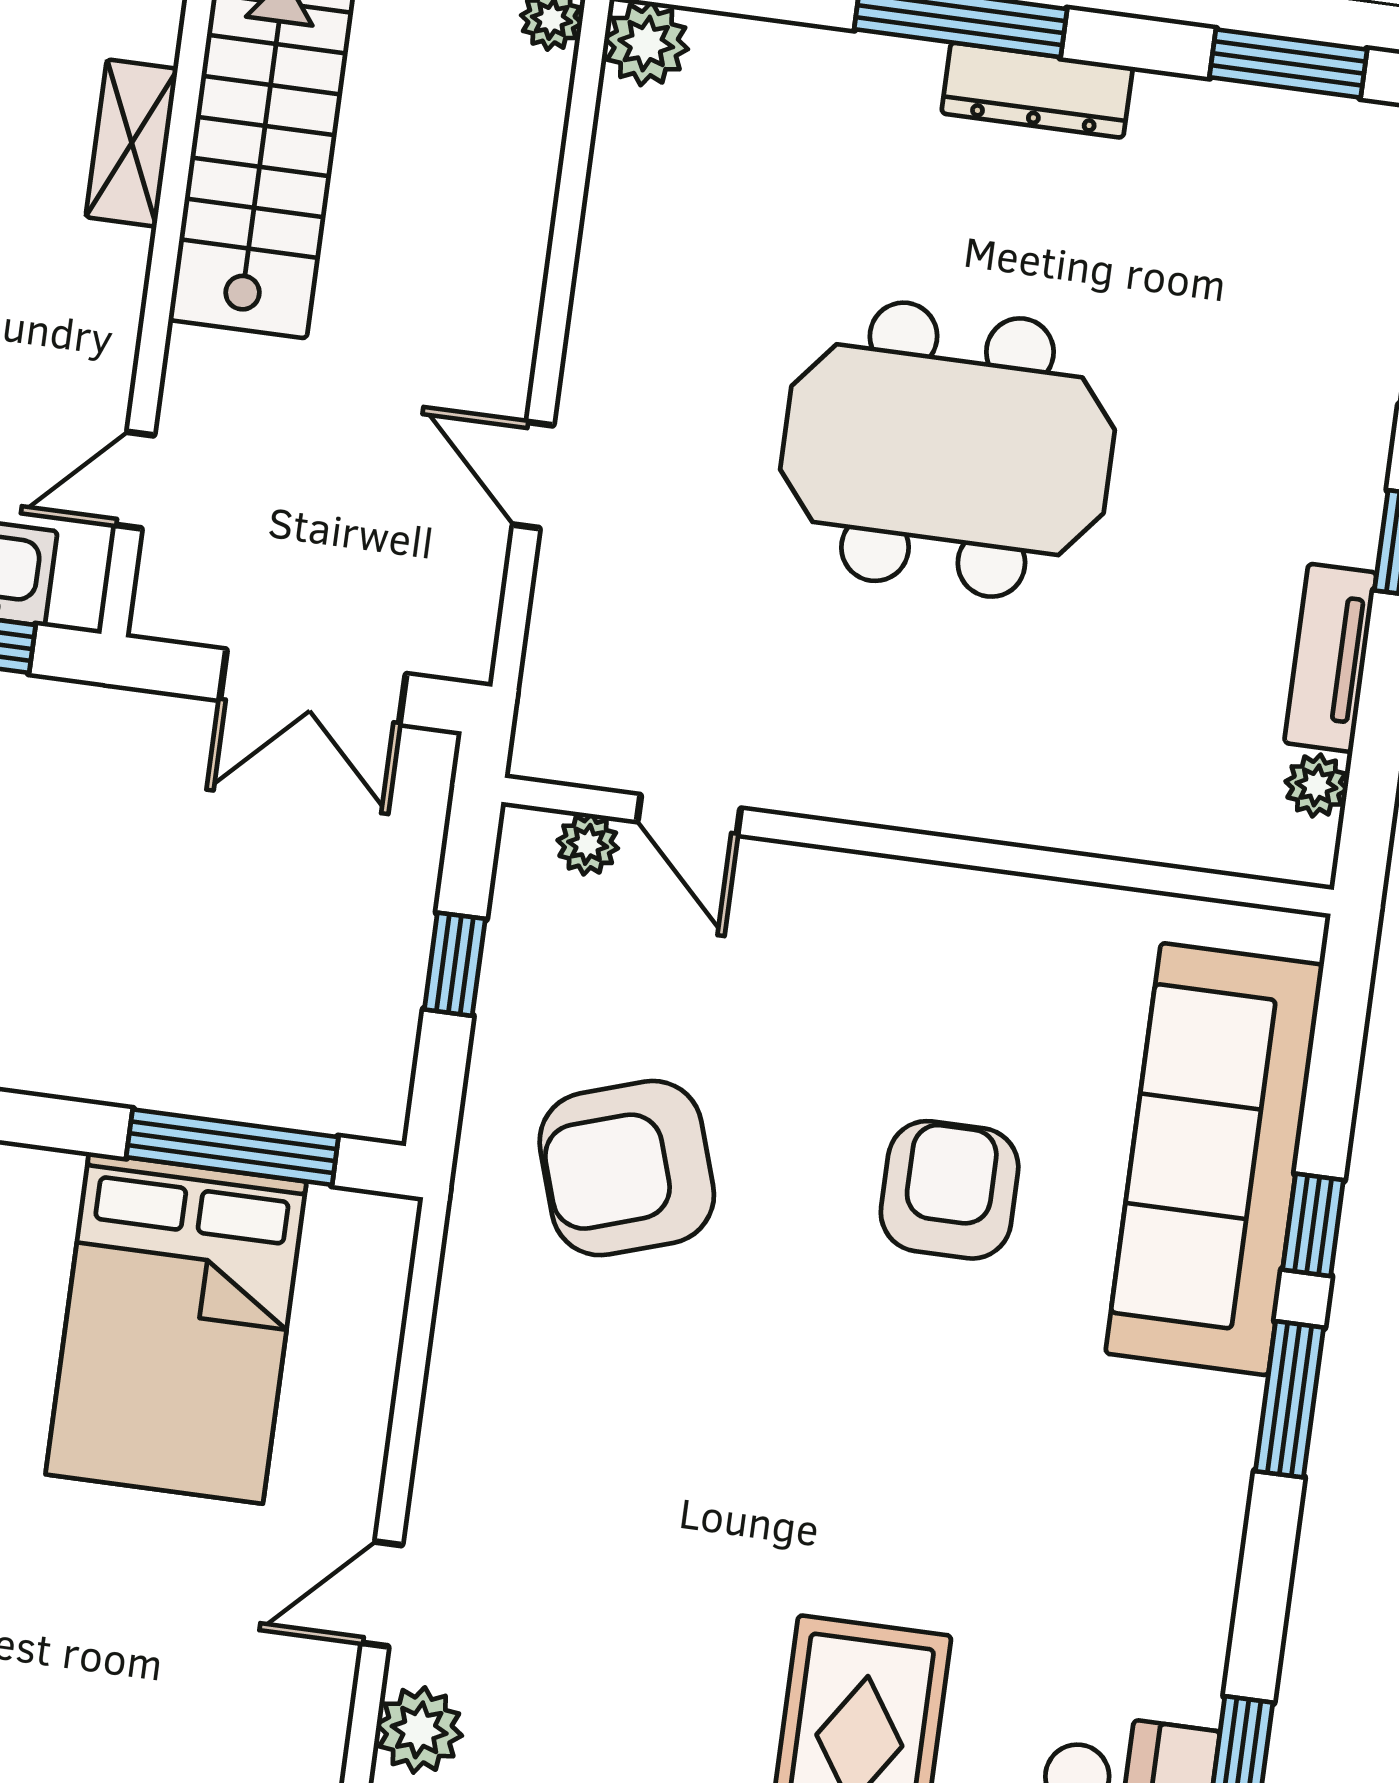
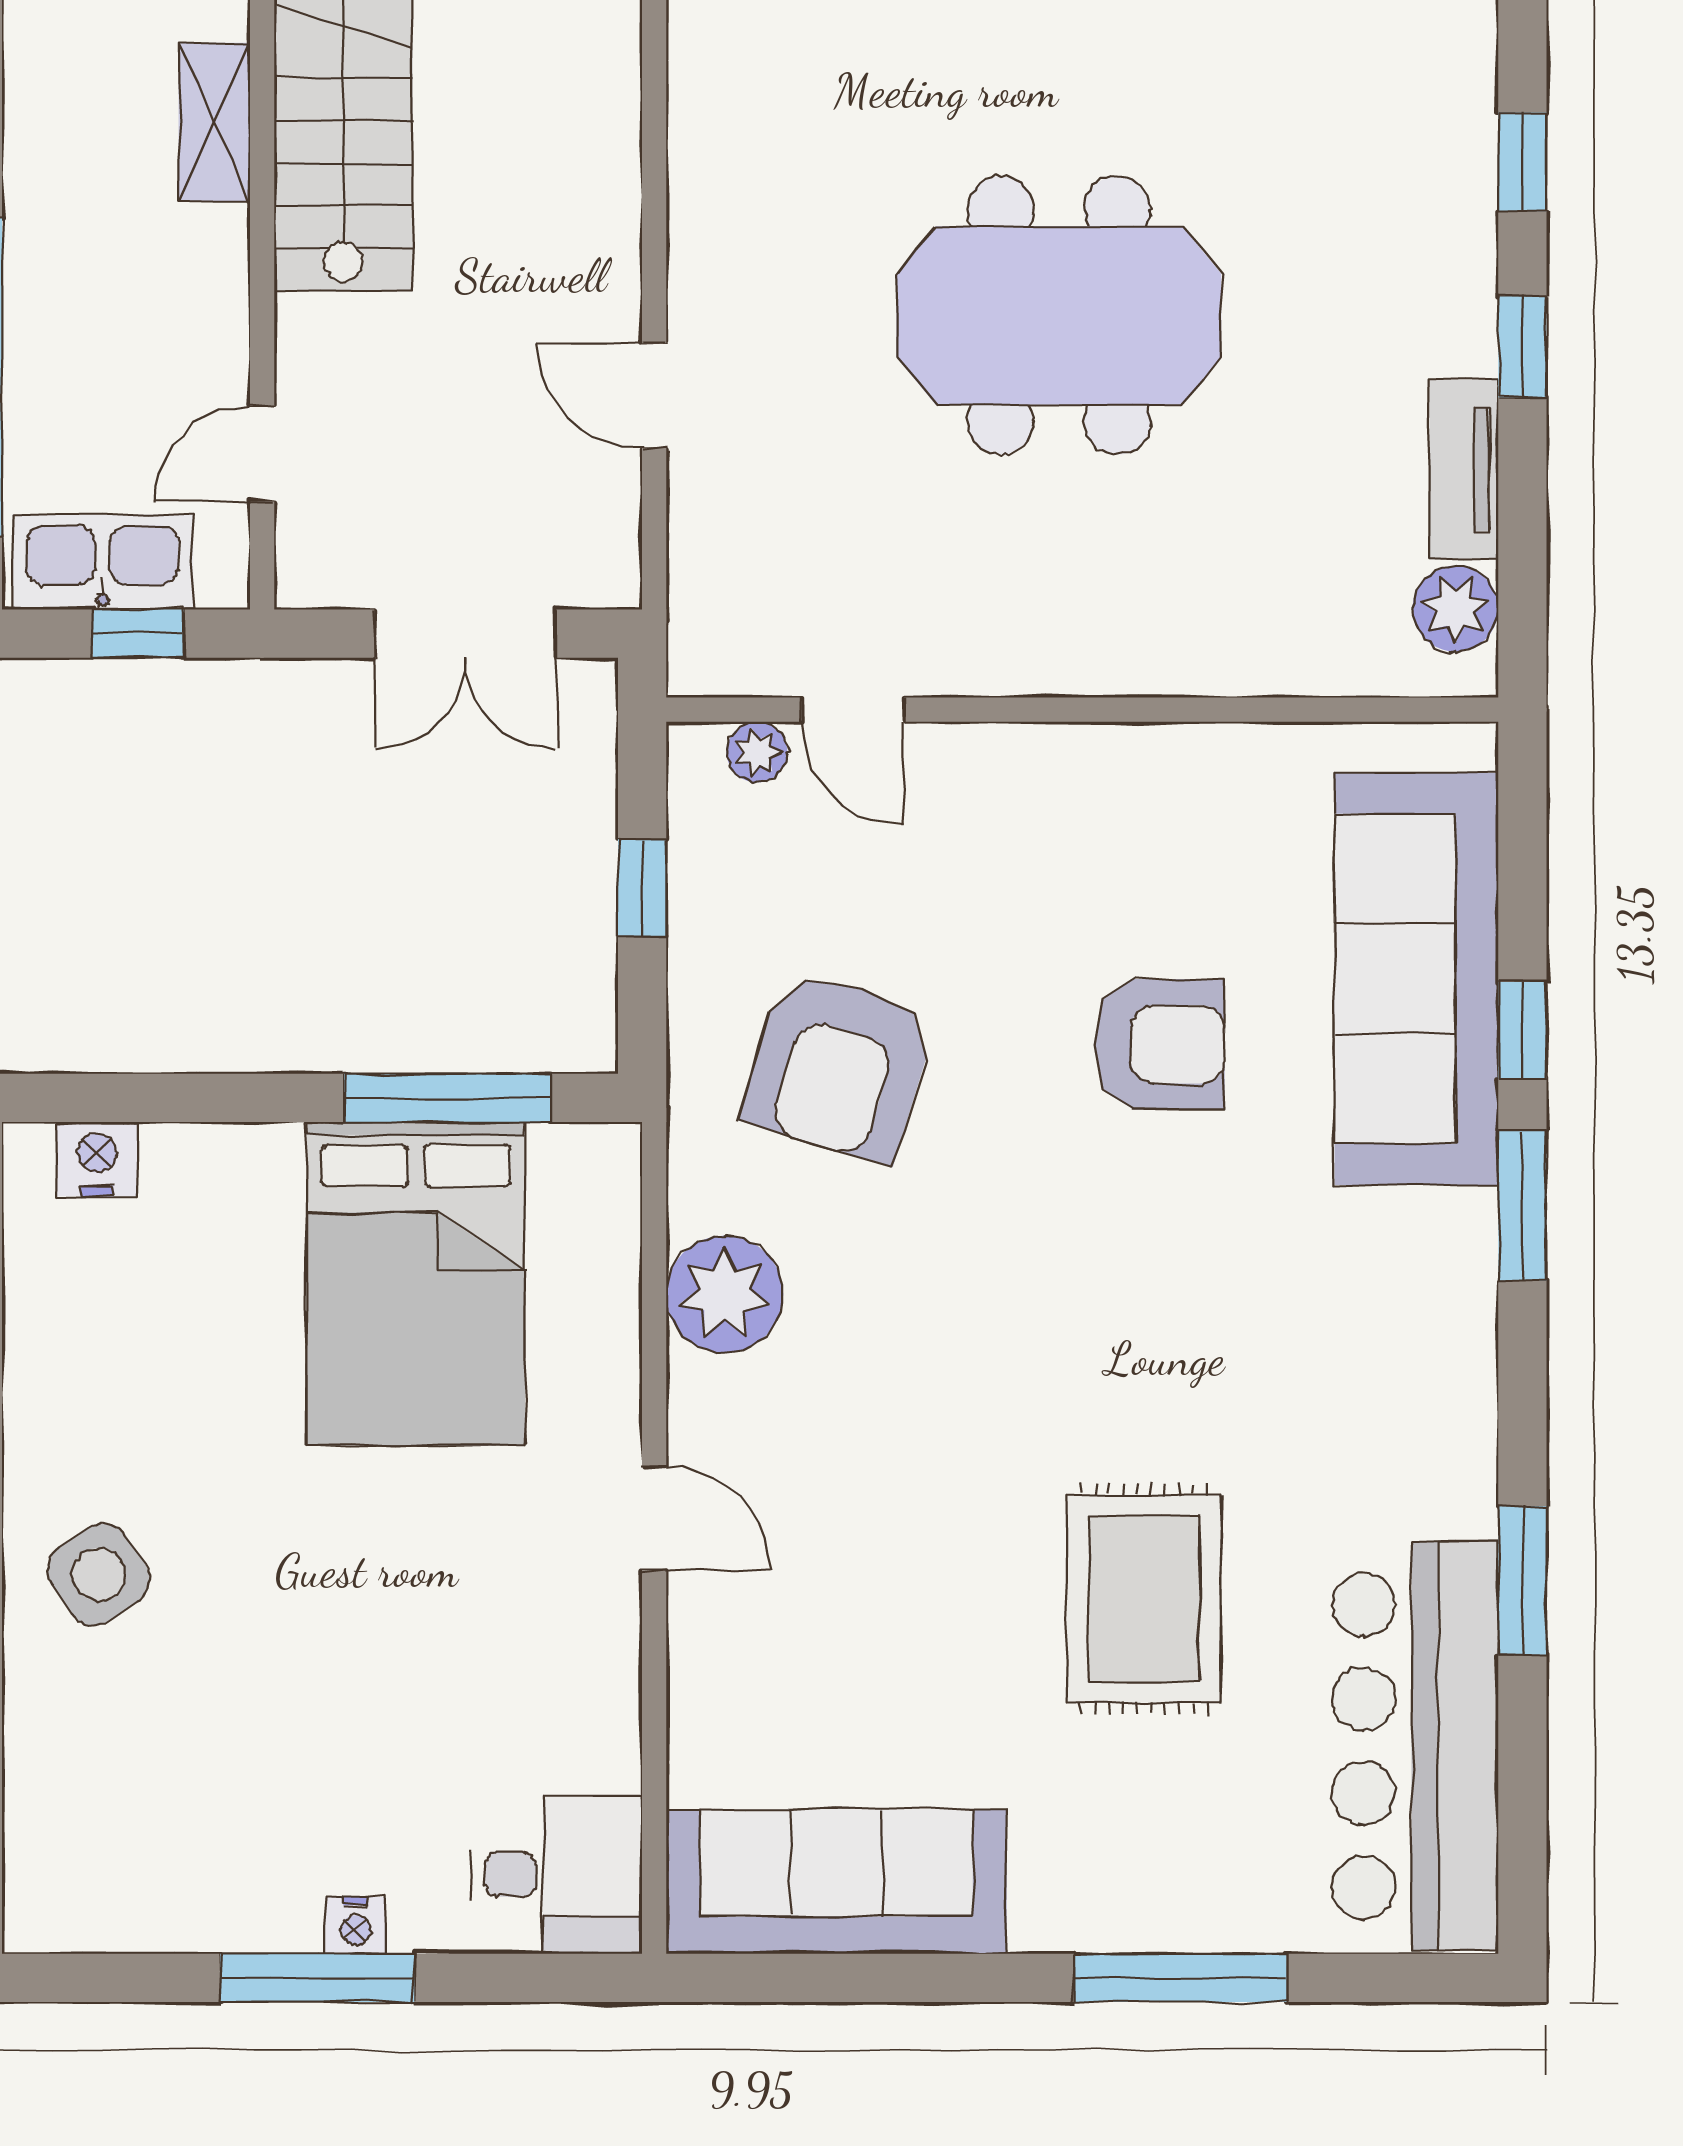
plant: (1316, 785) -> (1455, 609), width x1.38, depth x1.38
armchair: (627, 1168) -> (839, 1066), turned -55
armchair: (950, 1190) -> (1160, 1044), turned 90
door: (382, 1594) -> (654, 1518), swing flipped
plant: (419, 1730) -> (725, 1294), moved, width x1.36, depth x1.36

